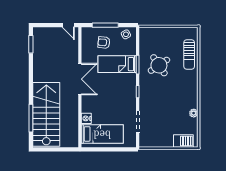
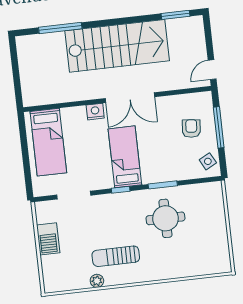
sun lounger: (189, 54) -> (116, 256), moved
bed: (117, 64) -> (125, 157), moved
round table: (159, 65) -> (165, 218), turned 34
stairs: (46, 114) -> (117, 46), moved
nightstand: (86, 118) -> (95, 112), moved
barbecue: (183, 141) -> (48, 239), moved

